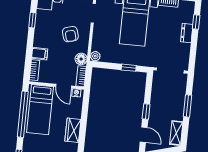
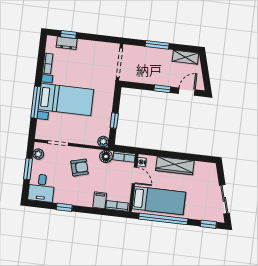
dresser: (187, 33) -> (67, 43), moved
window: (129, 68) -> (114, 121), moved
door: (64, 86) -> (134, 175), hinge flipped
wardrobe: (73, 130) -> (175, 166), width x1.50

